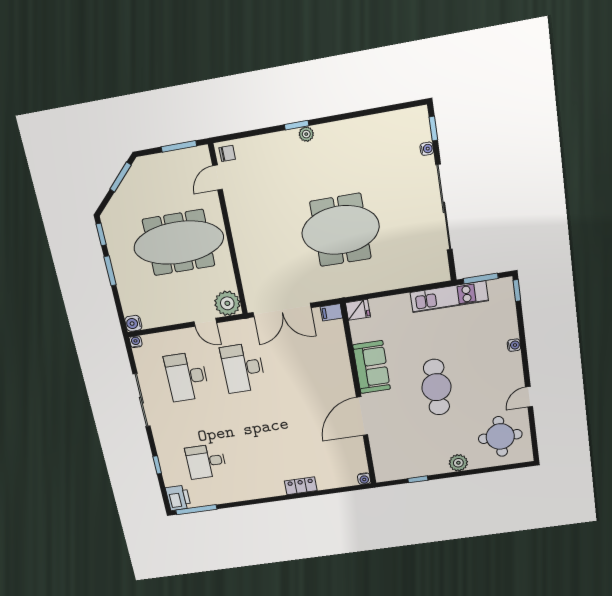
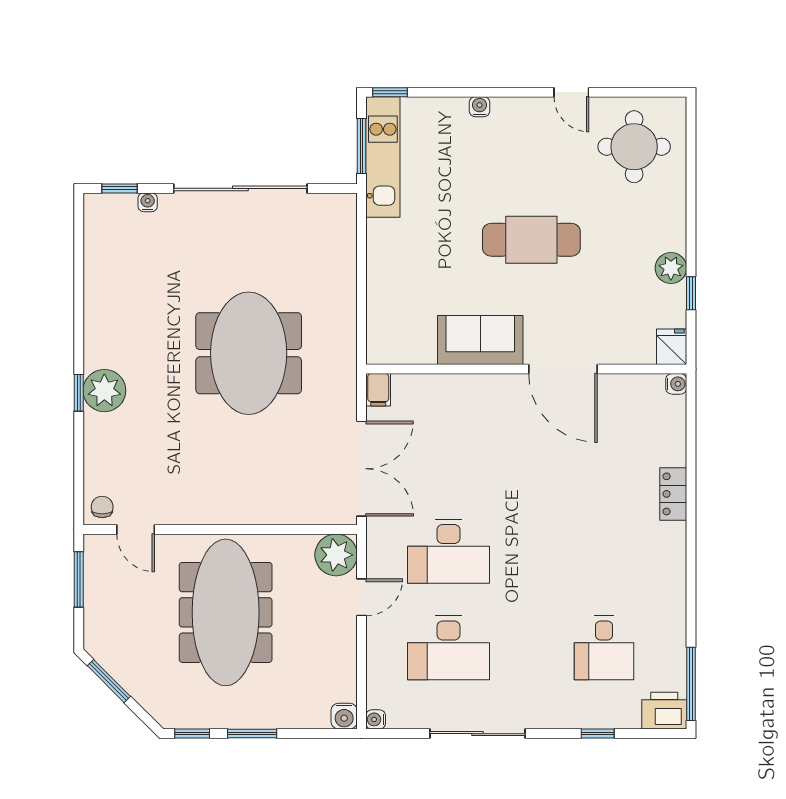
plant: (306, 134) -> (104, 391), width x1.88, depth x1.88
kitchen unit: (449, 297) -> (383, 157), moved
fridge: (358, 310) -> (672, 347), moved
plant: (458, 463) -> (671, 268), moved

